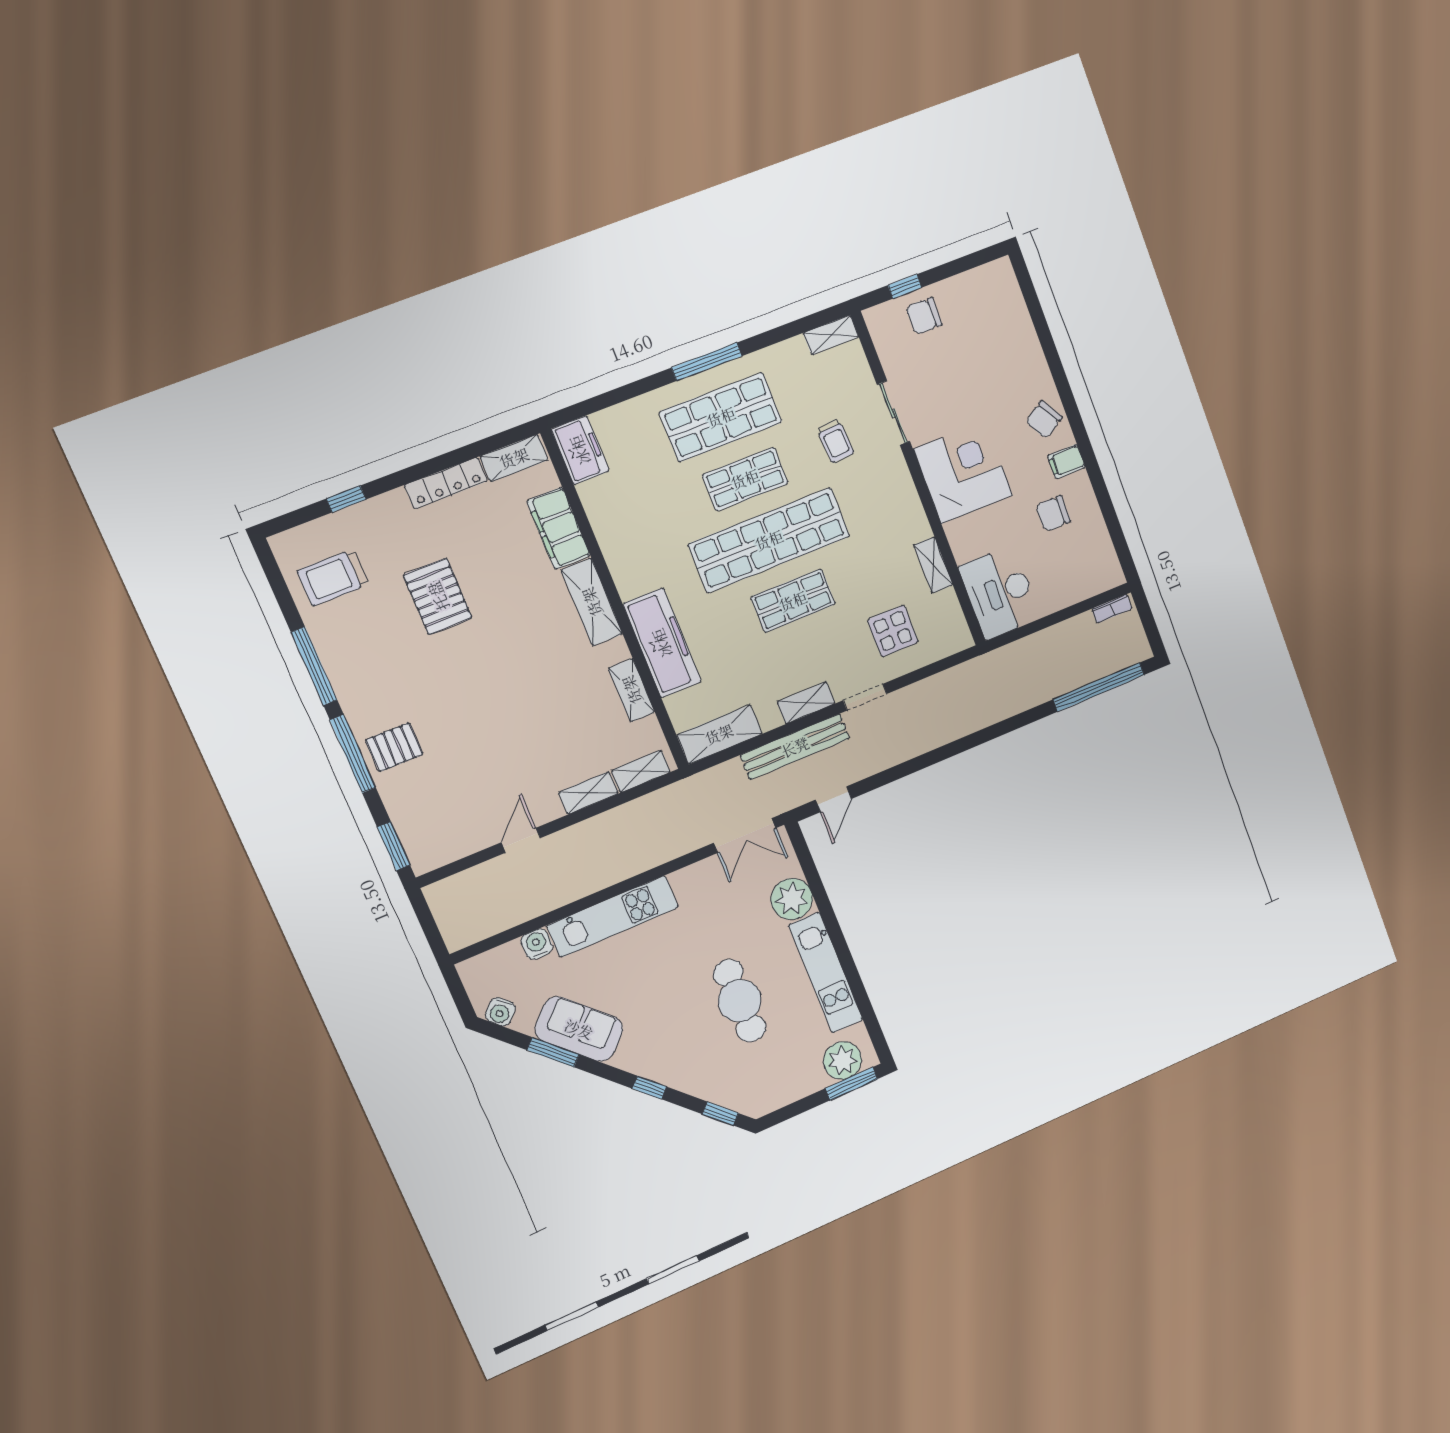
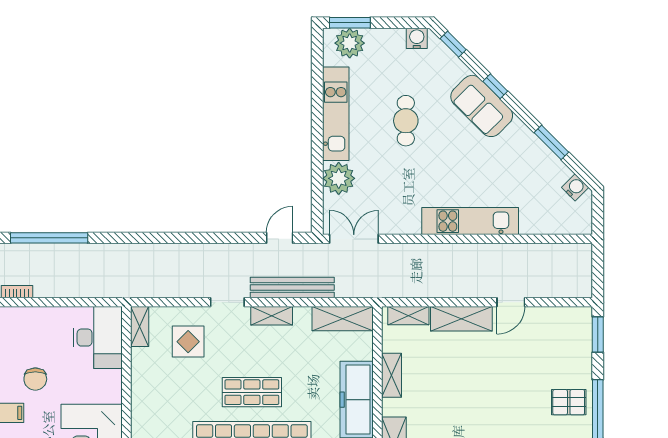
chair: (1053, 514) -> (35, 379), turned 90
shelving: (933, 565) -> (140, 326), moved
shelving: (588, 793) -> (461, 319), width x1.50, depth x1.33
water cooler: (537, 944) -> (417, 38), moved, turned 180
cafe table: (740, 1001) -> (406, 121), width x0.73, depth x0.74
sofa: (579, 1029) -> (482, 106), moved

